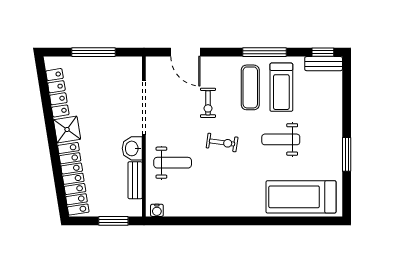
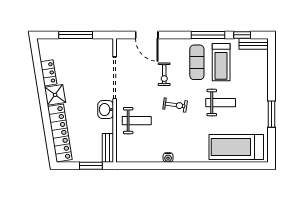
window: (323, 52) -> (242, 35), moved
locker: (57, 93) -> (49, 73), width x0.66
weight bench: (281, 139) -> (221, 103), turned 180
bench: (135, 180) -> (108, 148), moved
water cooler: (157, 210) -> (168, 157), moved

